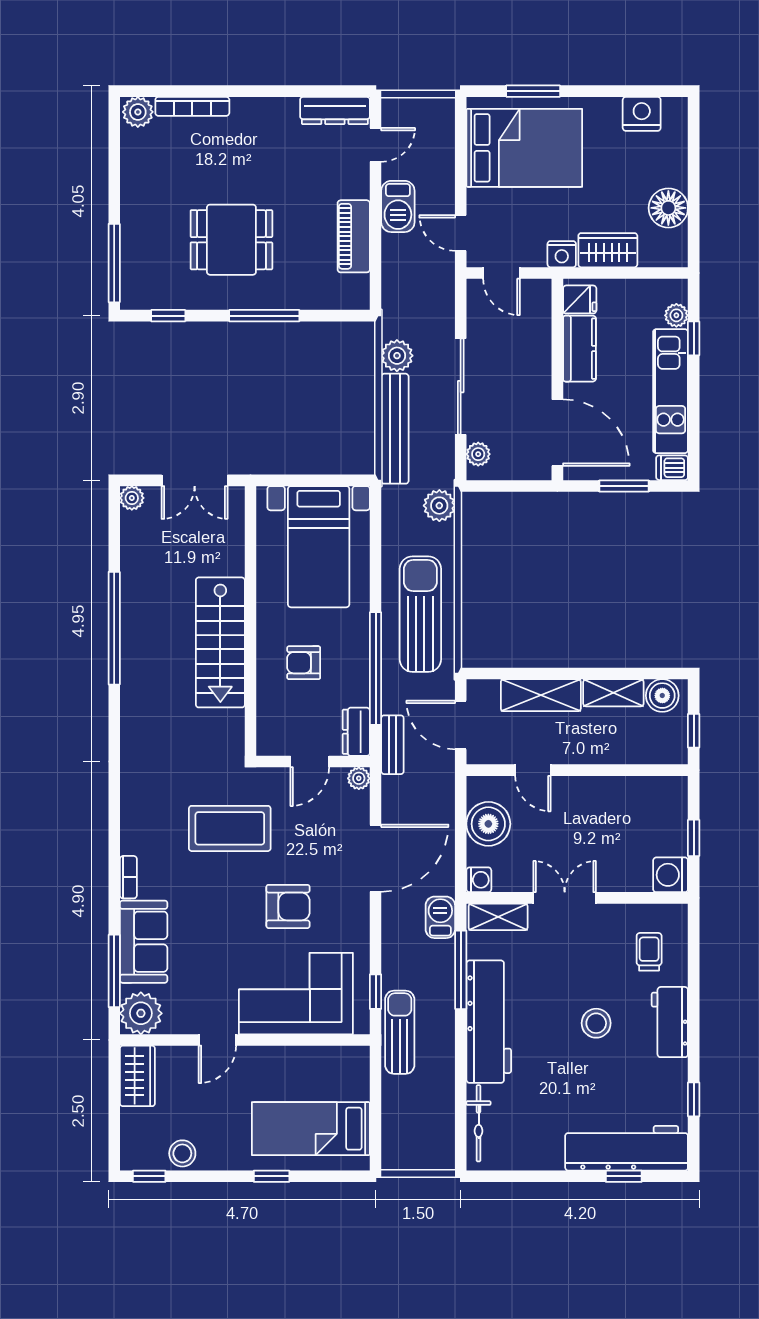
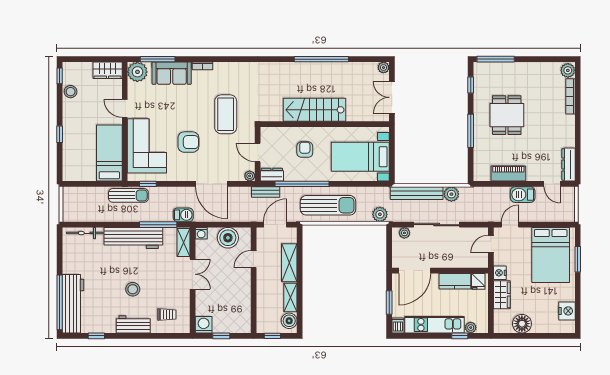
armchair: (288, 906) -> (188, 142), turned -90
bed: (311, 1129) -> (109, 153), moved
window: (624, 1176) -> (60, 302), width x3.17

